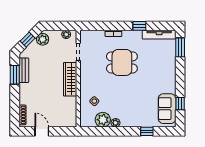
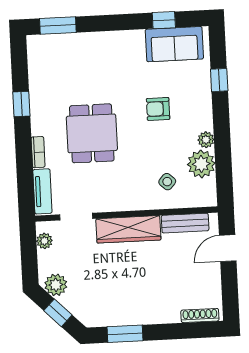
tv unit: (159, 35) -> (42, 191), moved, width x0.71
bench: (24, 70) -> (185, 223), moved
armchair: (133, 98) -> (158, 109), added
door: (42, 131) -> (228, 248), moved

